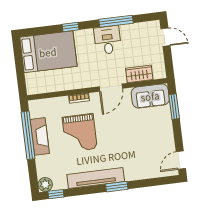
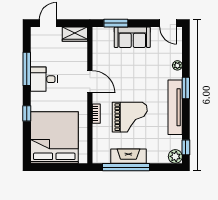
bed: (48, 52) -> (54, 137), width x1.36
wardrobe: (139, 74) -> (75, 34), moved, turned -90
sofa: (150, 96) -> (132, 37), moved, turned 90
plant: (139, 175) -> (177, 65), added

